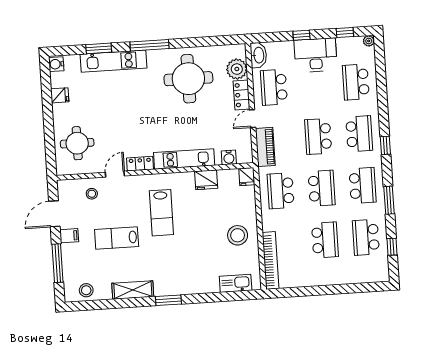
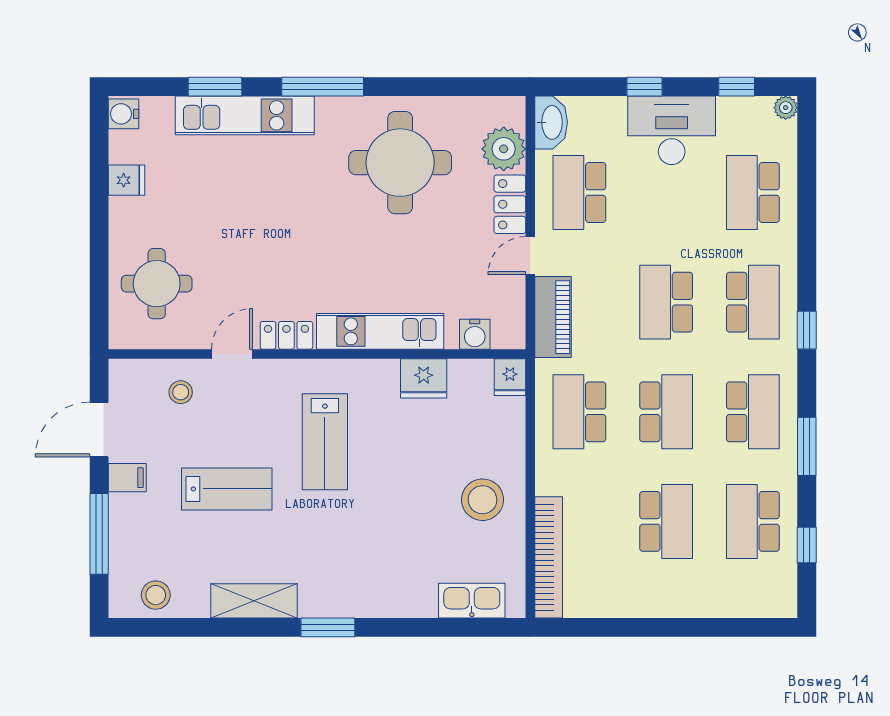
lab bench: (117, 238) -> (227, 489), turned 180

